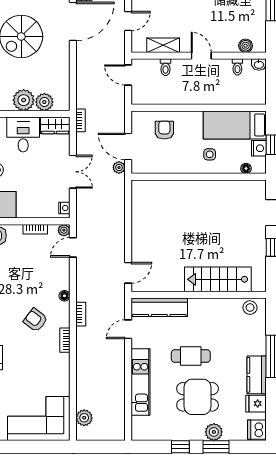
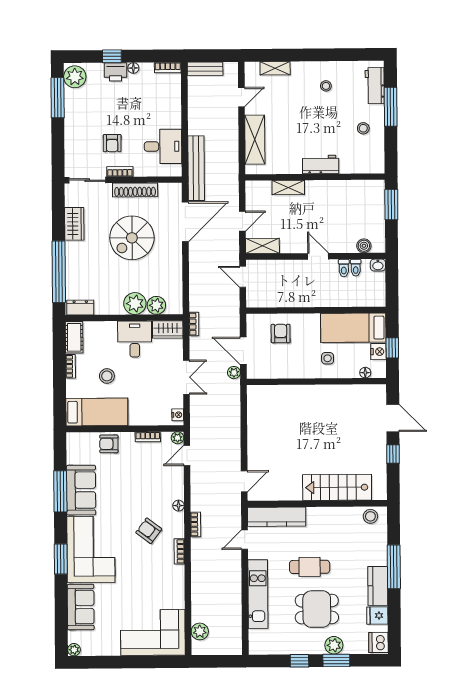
shelving: (163, 45) -> (262, 246), moved
toilet: (166, 67) -> (344, 268), moved

